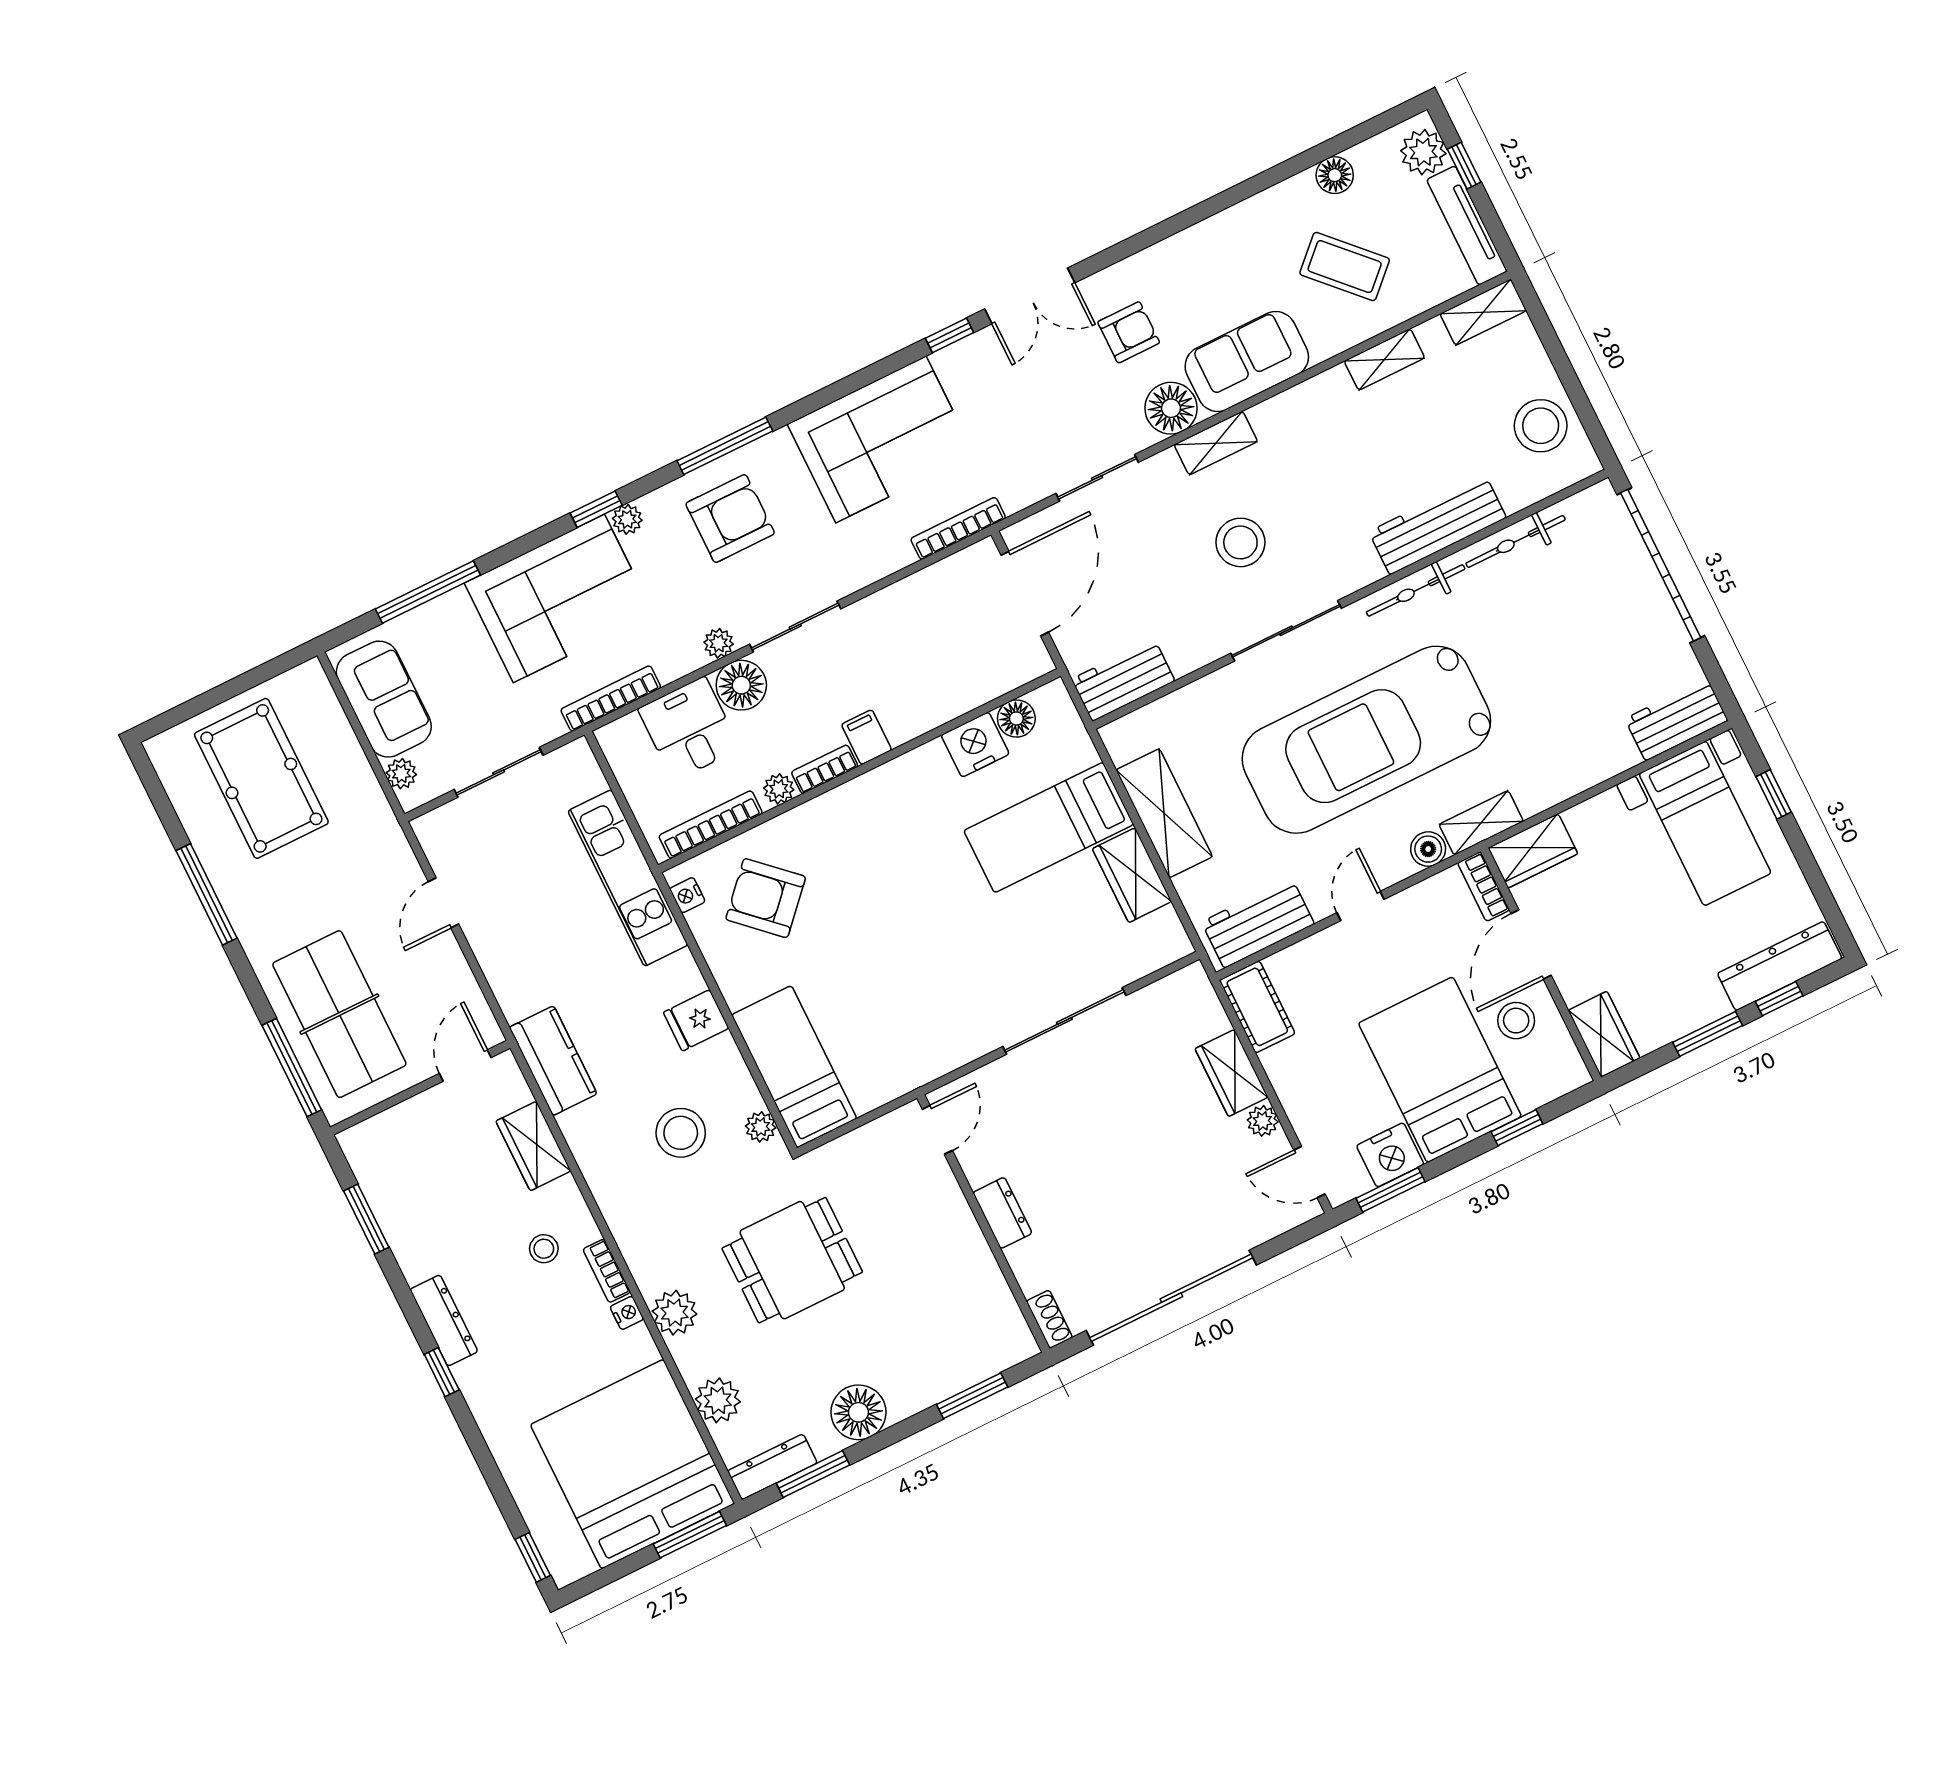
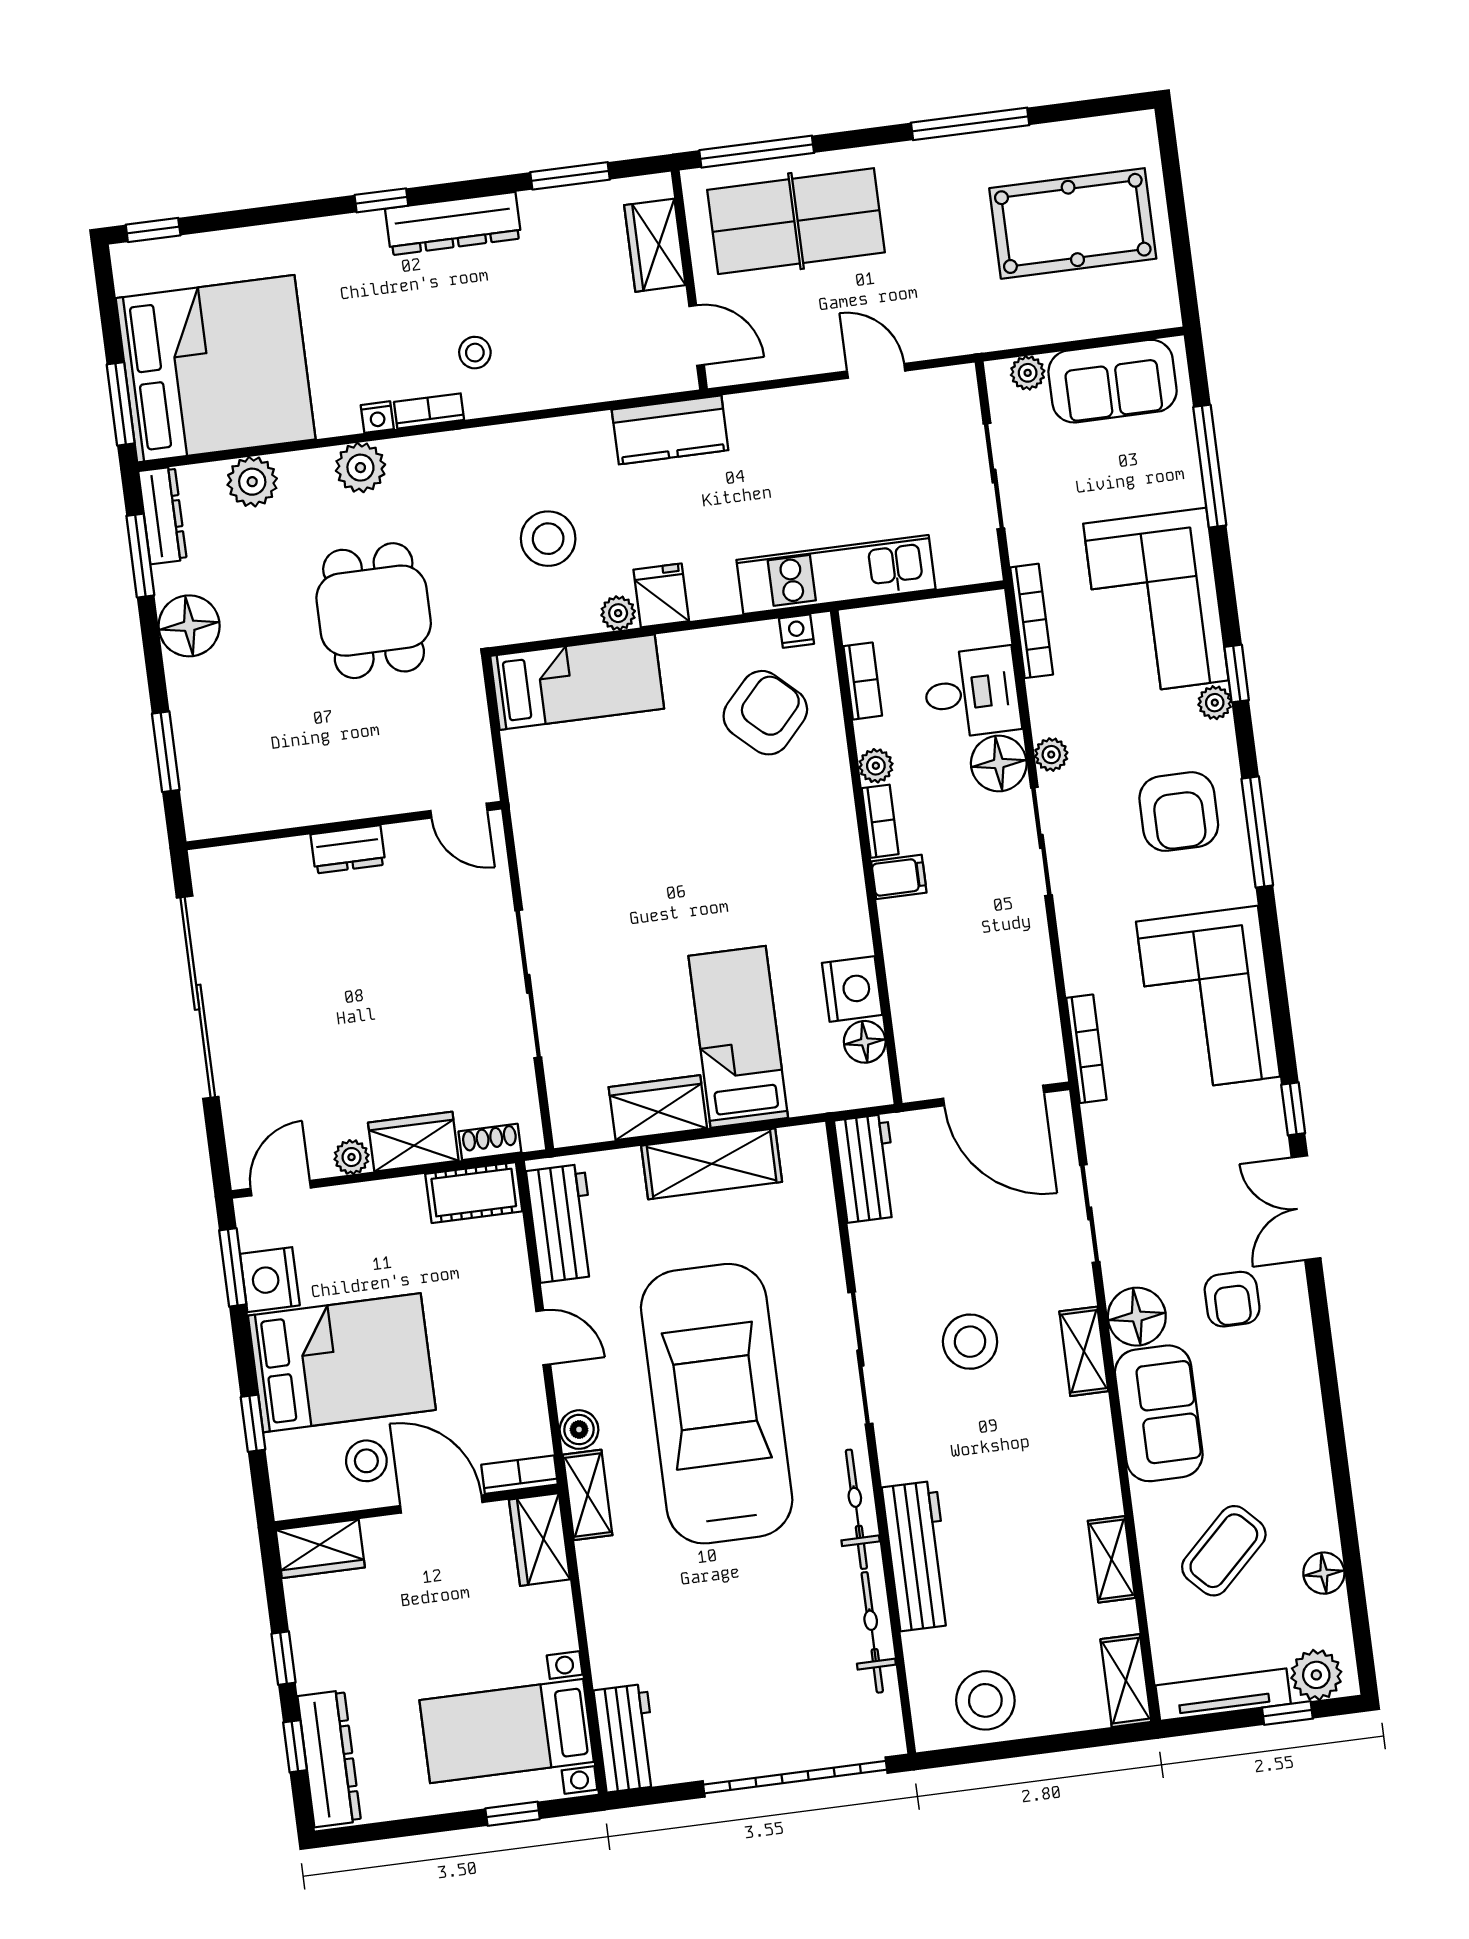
bookcase: (711, 825) -> (863, 681), width x0.64
window: (1708, 1034) -> (284, 1658), width x0.67
plant: (761, 1127) -> (618, 613), moved
wardrobe: (533, 1146) -> (655, 245), moved, turned -90
shoe rack: (1049, 1319) -> (490, 1142), moved, turned 180
dresser: (444, 1320) -> (453, 224), width x1.37, depth x1.24

